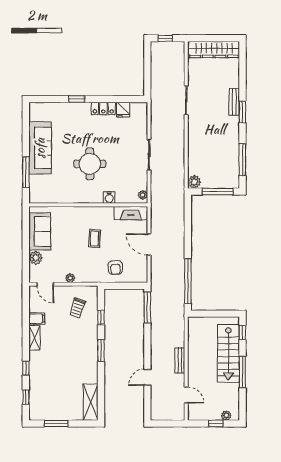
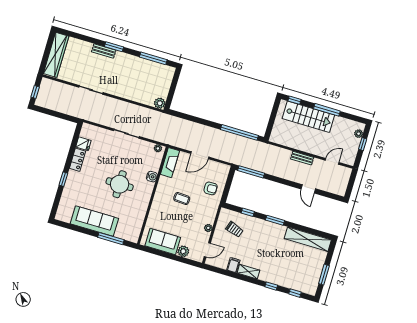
window: (218, 192) -> (173, 86), removed
shelving: (91, 402) -> (308, 239), width x1.47

